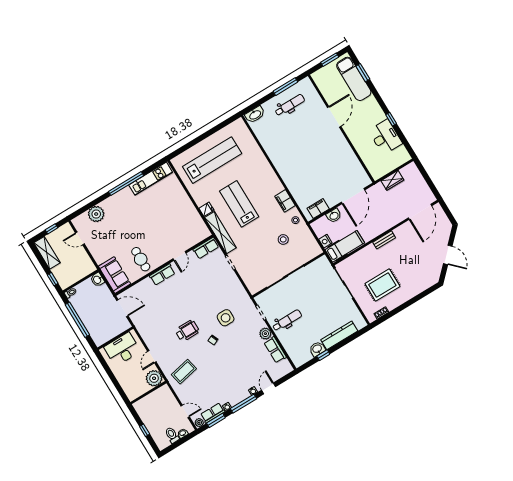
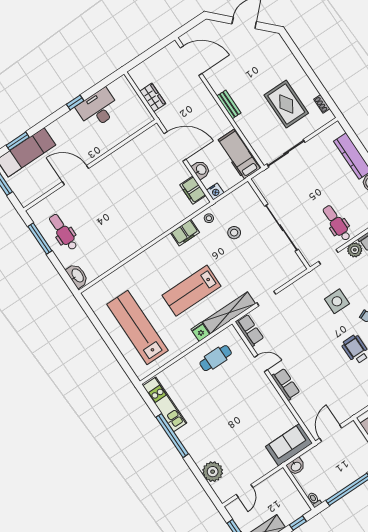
nightstand: (325, 241) -> (215, 192), moved
cafe table: (141, 259) -> (216, 358), moved

